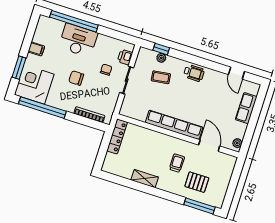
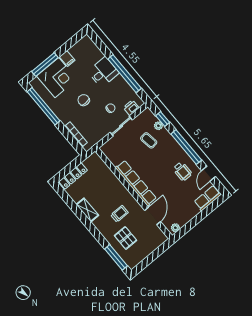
window: (74, 21) -> (125, 74), moved
desk: (78, 40) -> (103, 72), width x0.73
window: (200, 61) -> (186, 147), added
window: (19, 68) -> (45, 64), width x1.44
wheelchair: (194, 73) -> (182, 171), moved
corner desk: (34, 84) -> (57, 78), moved, turned 90
row of seats: (246, 108) -> (208, 198), moved
locker: (117, 136) -> (73, 176), moved

